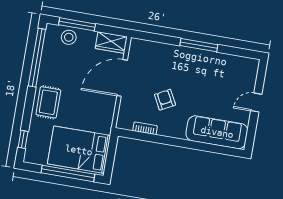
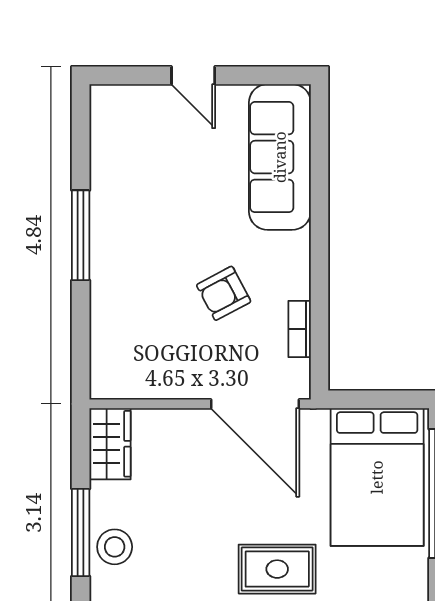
door: (122, 78) -> (255, 404), moved

